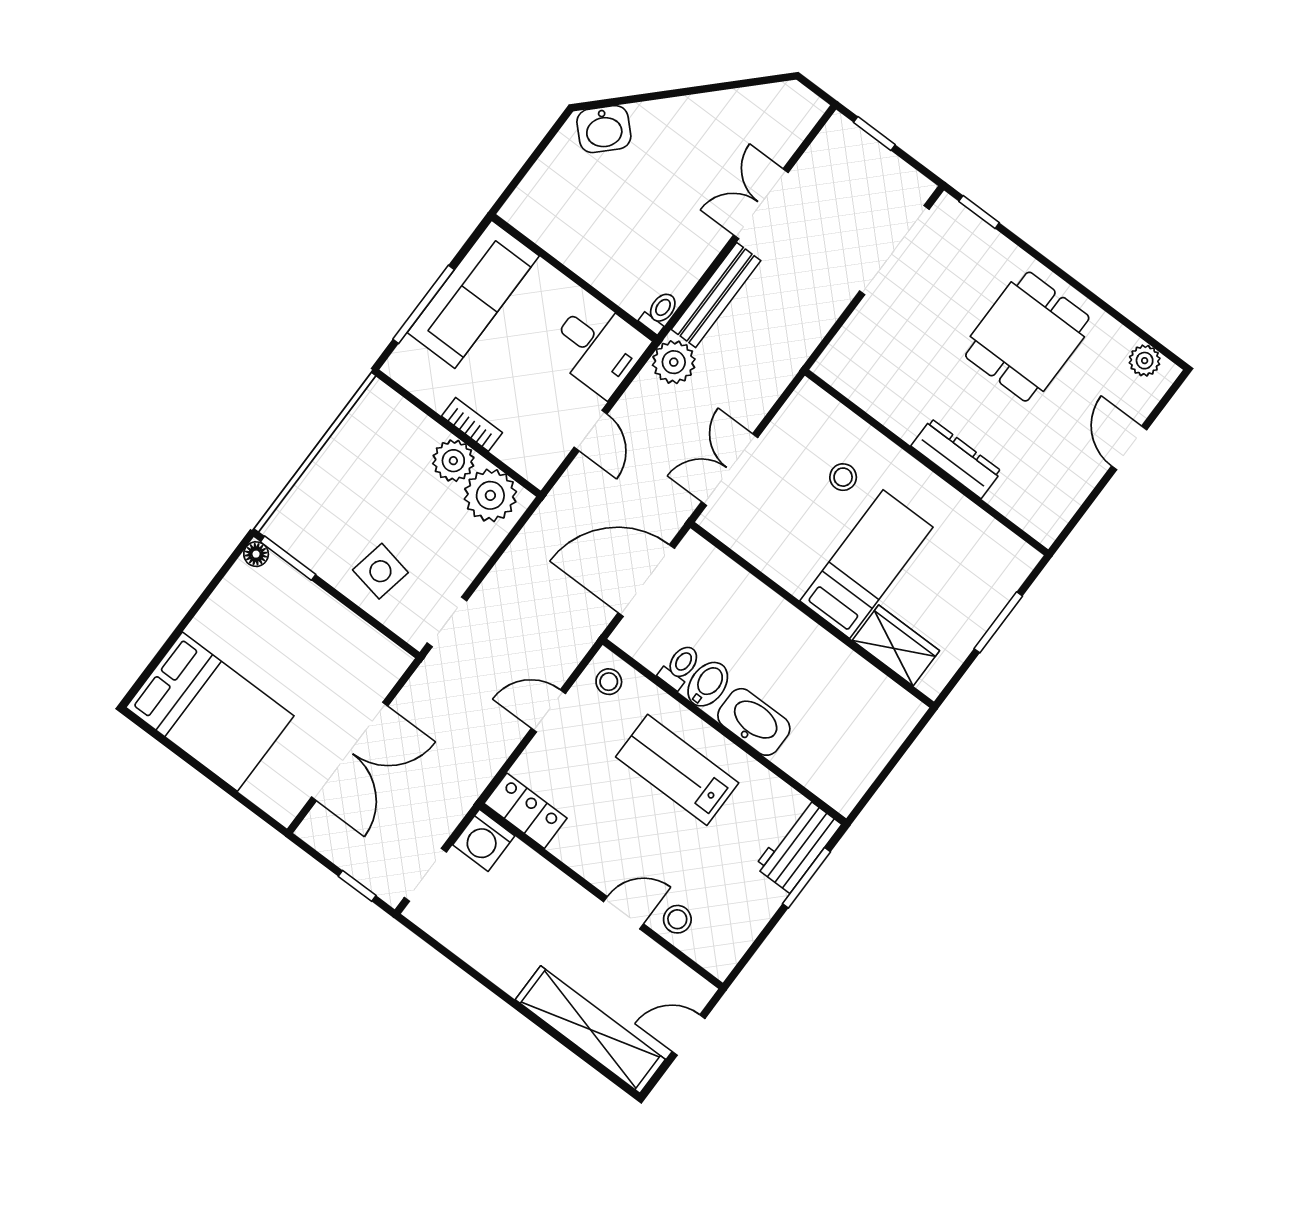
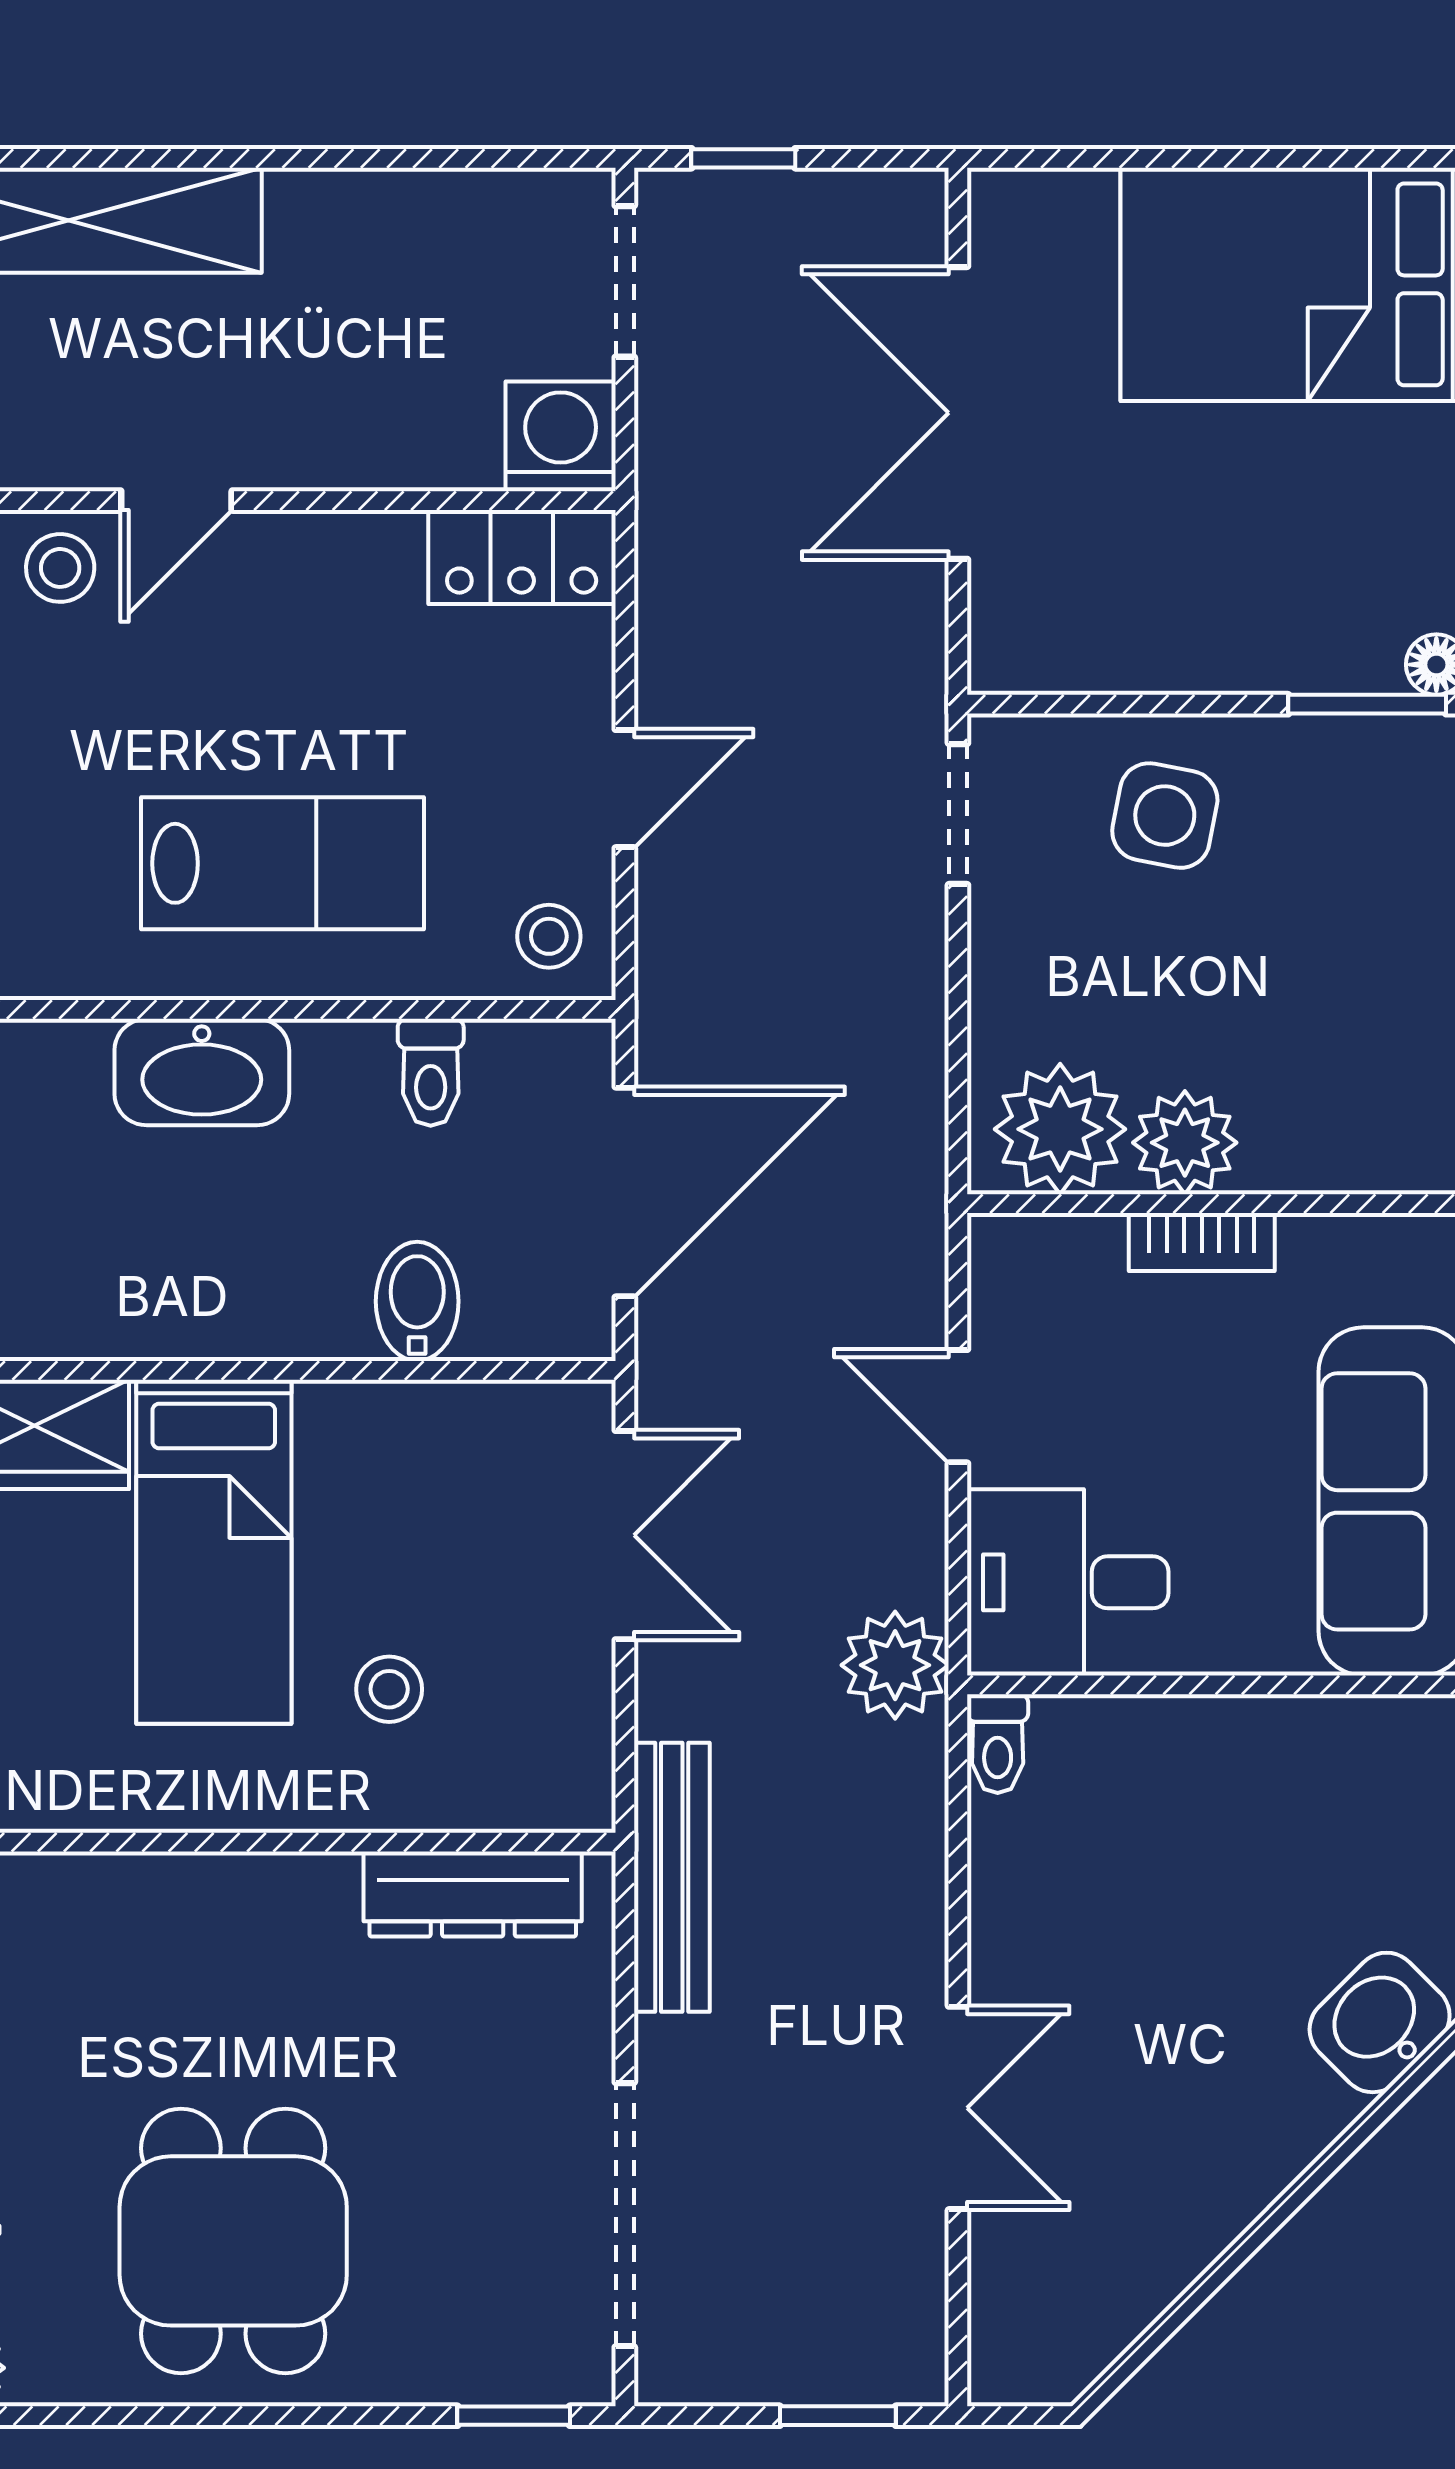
bench: (716, 295) -> (672, 1877), moved
dresser: (956, 459) -> (473, 1894), moved
bidet: (708, 684) -> (417, 1301), moved, turned 180

